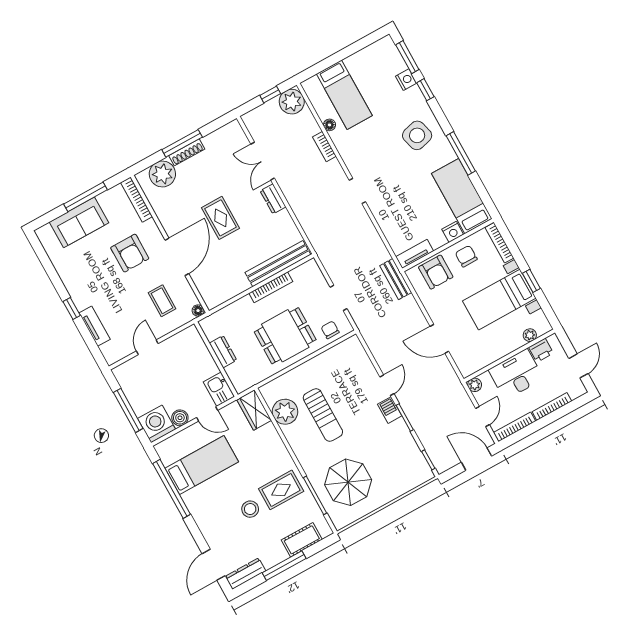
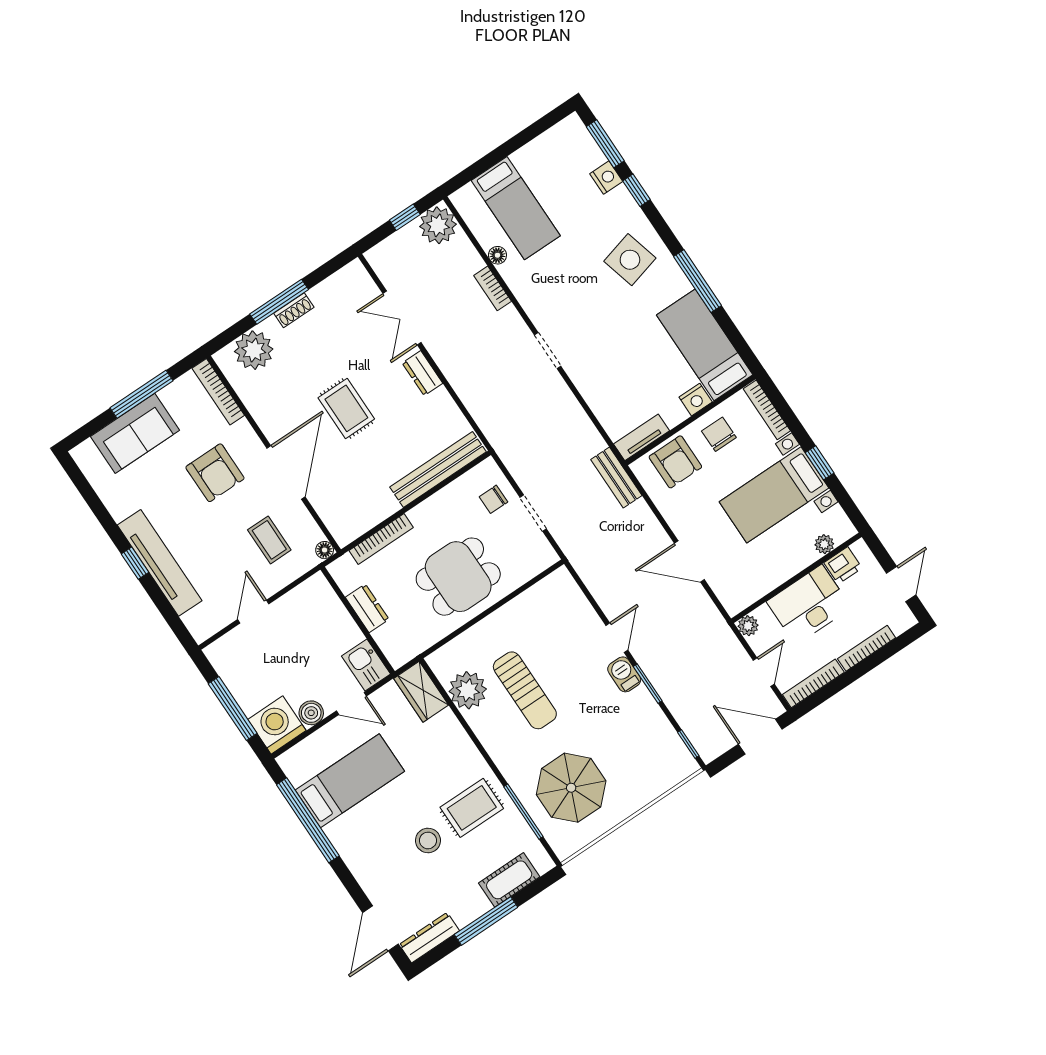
shoe rack: (187, 152) -> (294, 310), width x0.70
bookcase: (271, 287) -> (381, 539), moved
tv unit: (95, 326) -> (160, 563), width x1.92, depth x1.29
chair: (330, 330) -> (493, 499), moved, turned -90

